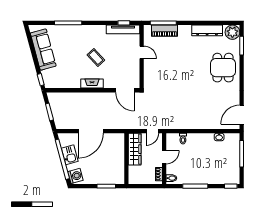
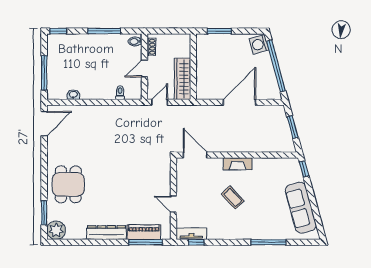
tv unit: (123, 29) -> (191, 234), width x0.71
dresser: (207, 30) -> (107, 233), moved
kitchen sink: (70, 155) -> (266, 72), removed

